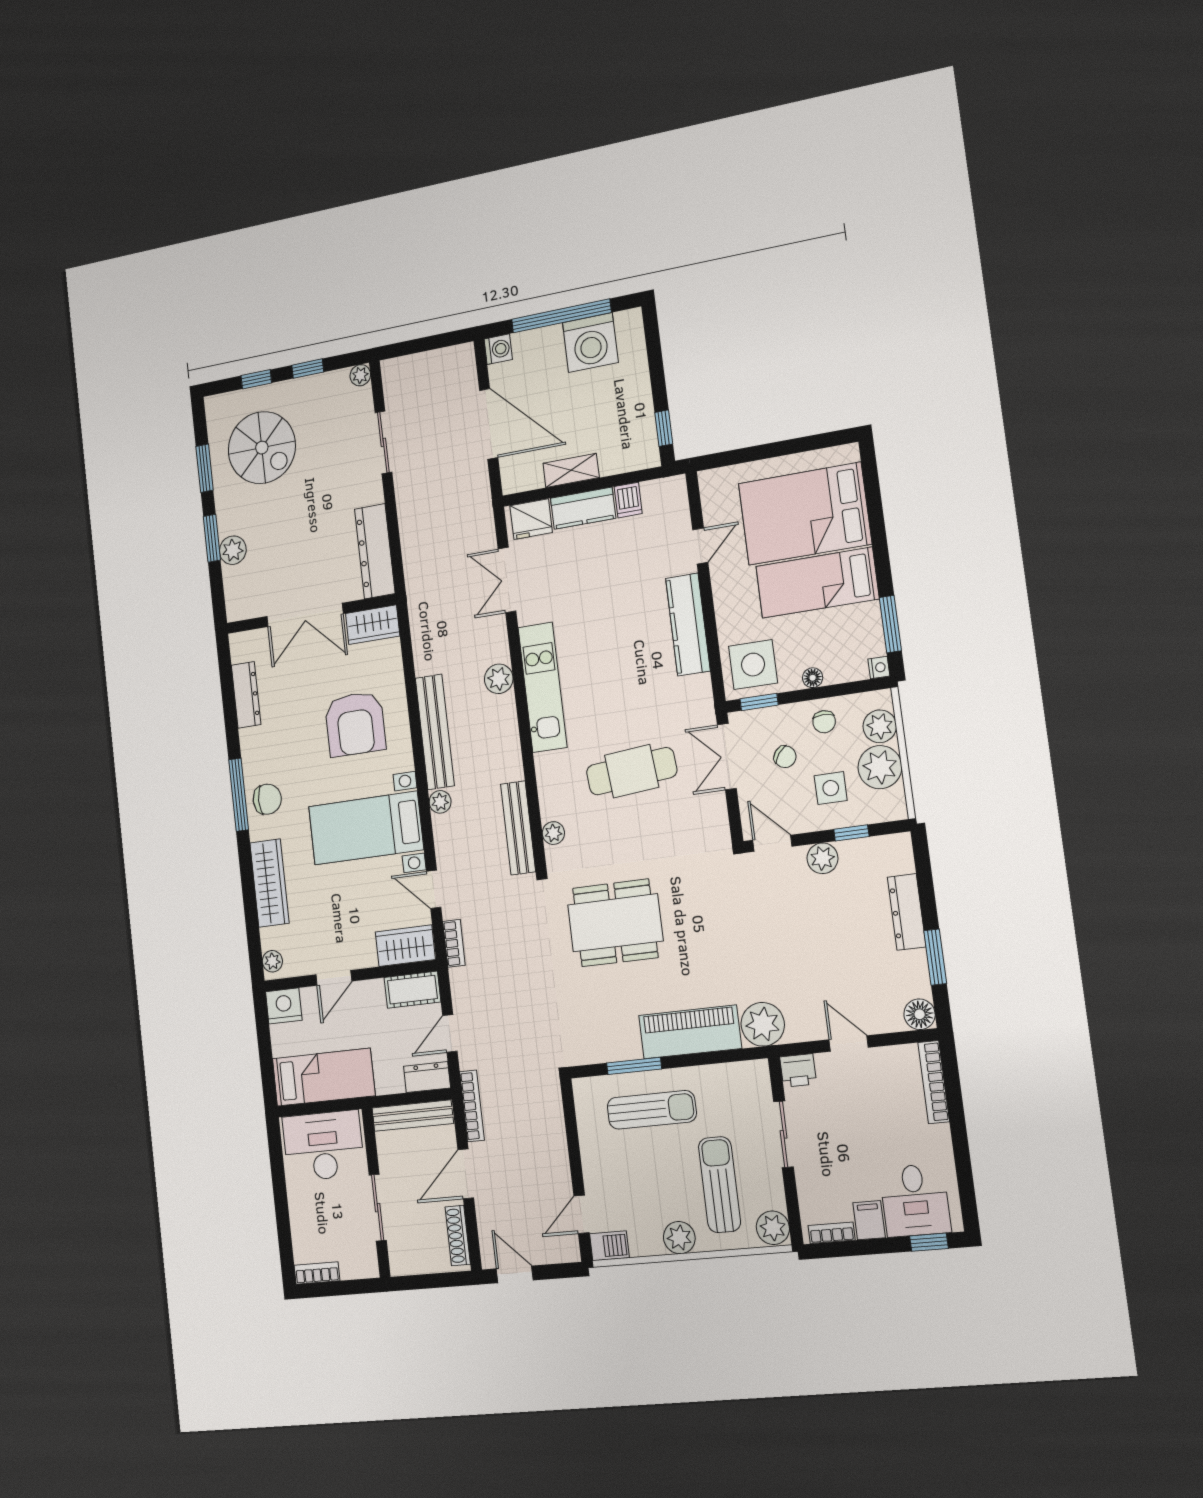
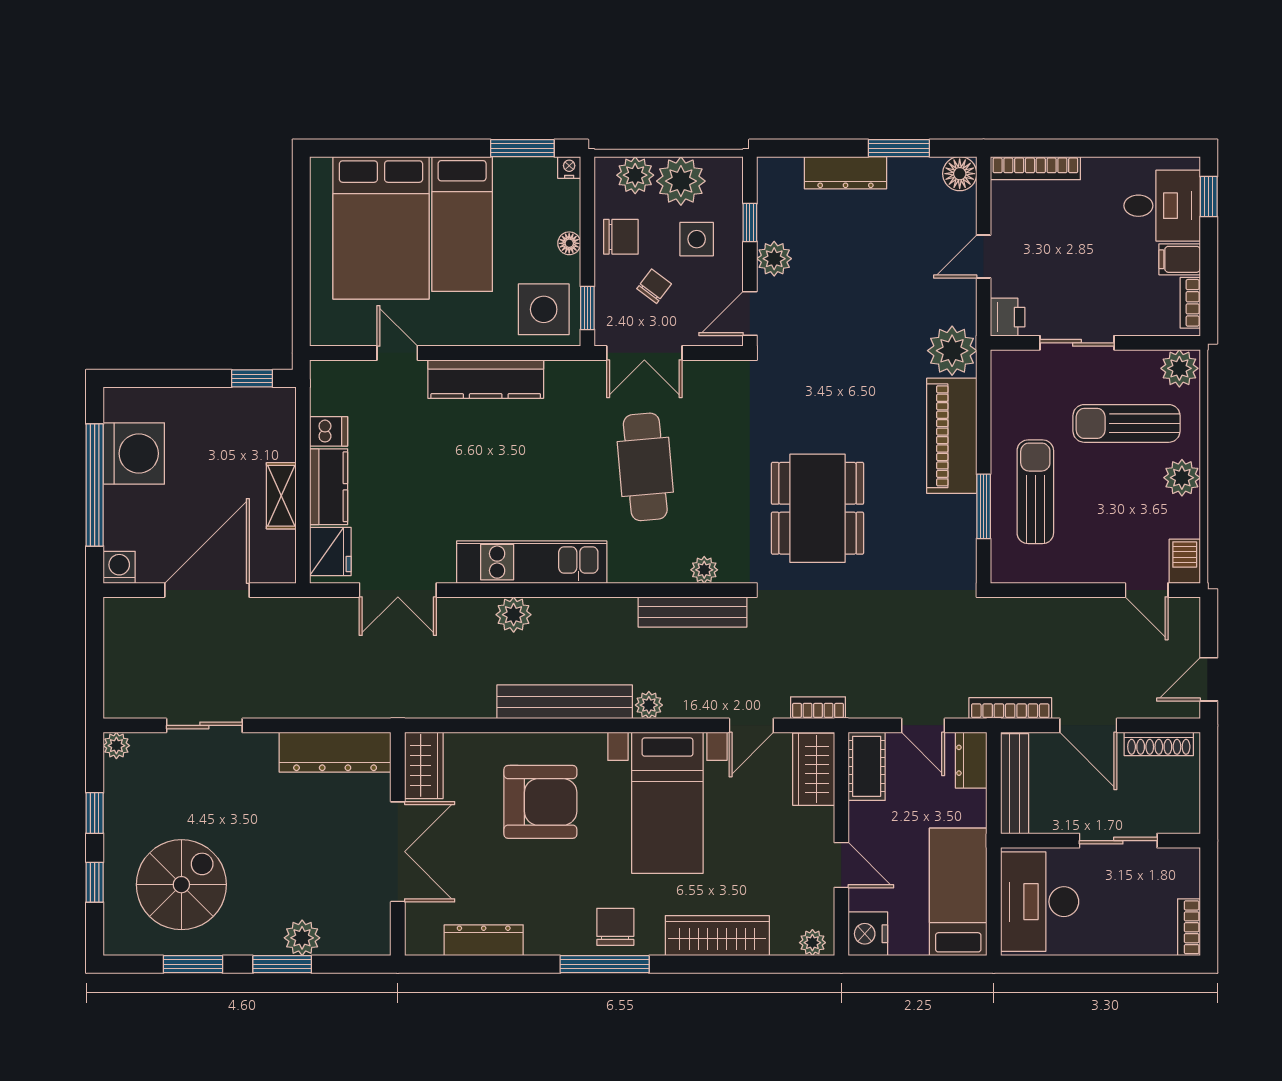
chair: (824, 722) -> (621, 237), width x1.37, depth x1.37

